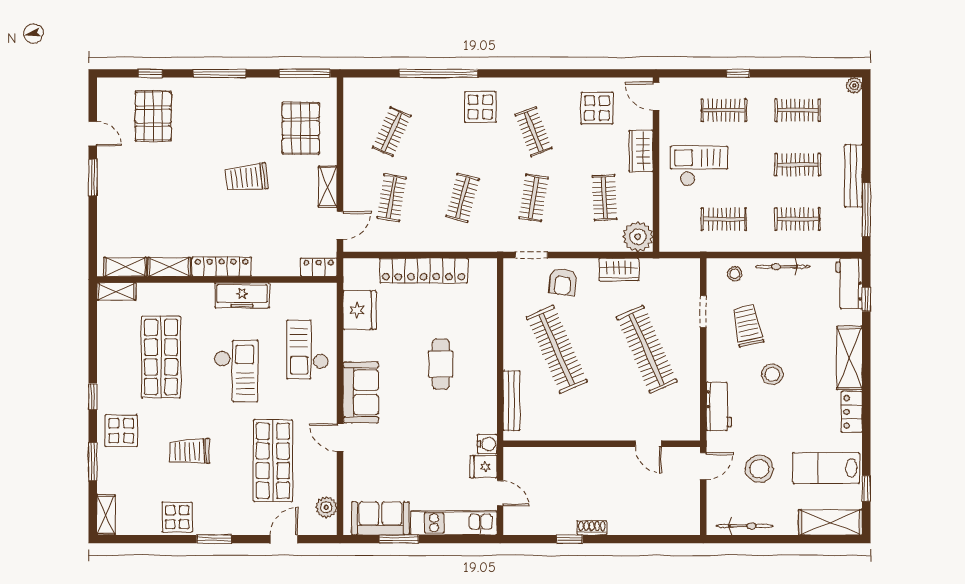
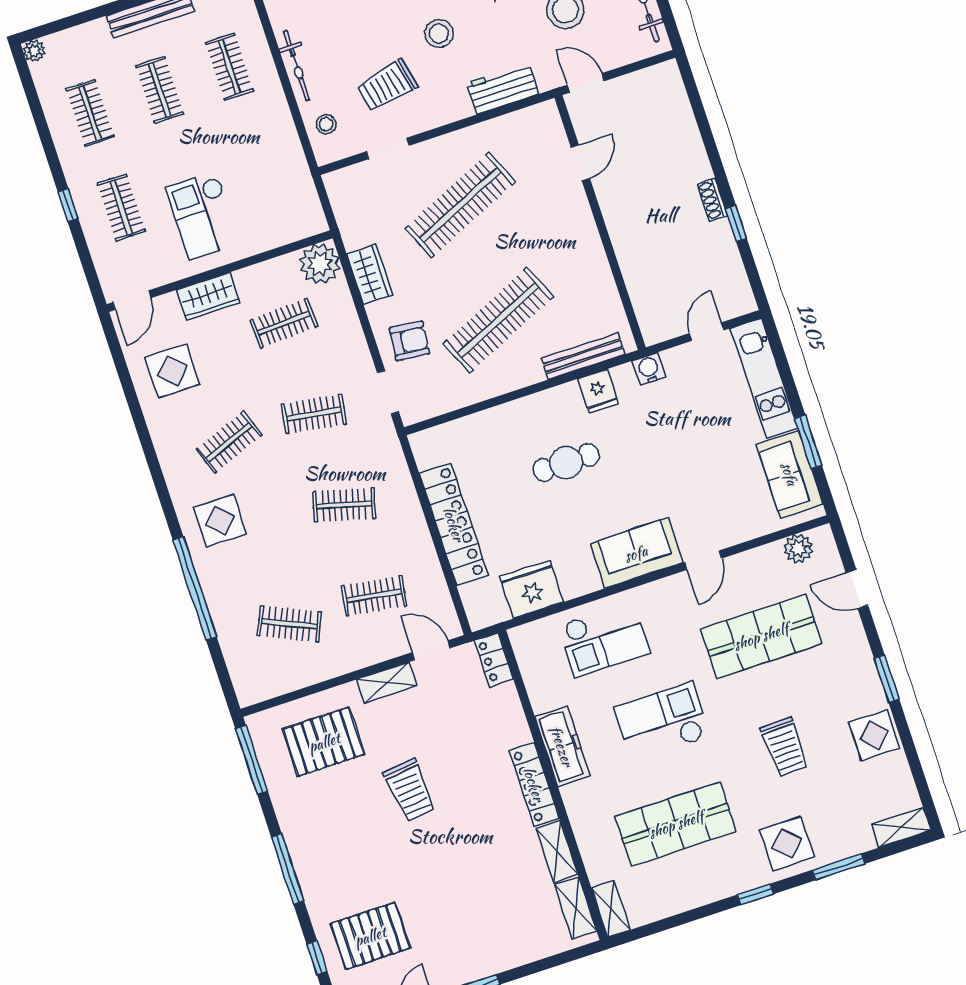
clothes rail: (724, 219) -> (261, 161), removed
fridge: (483, 467) -> (598, 391), moved

